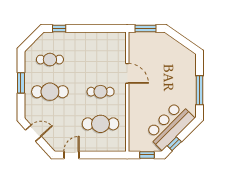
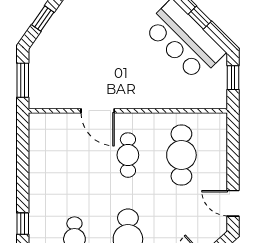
window: (183, 40) -> (43, 19), added
door: (127, 73) -> (98, 111), swing flipped
window: (174, 144) -> (200, 18), moved

